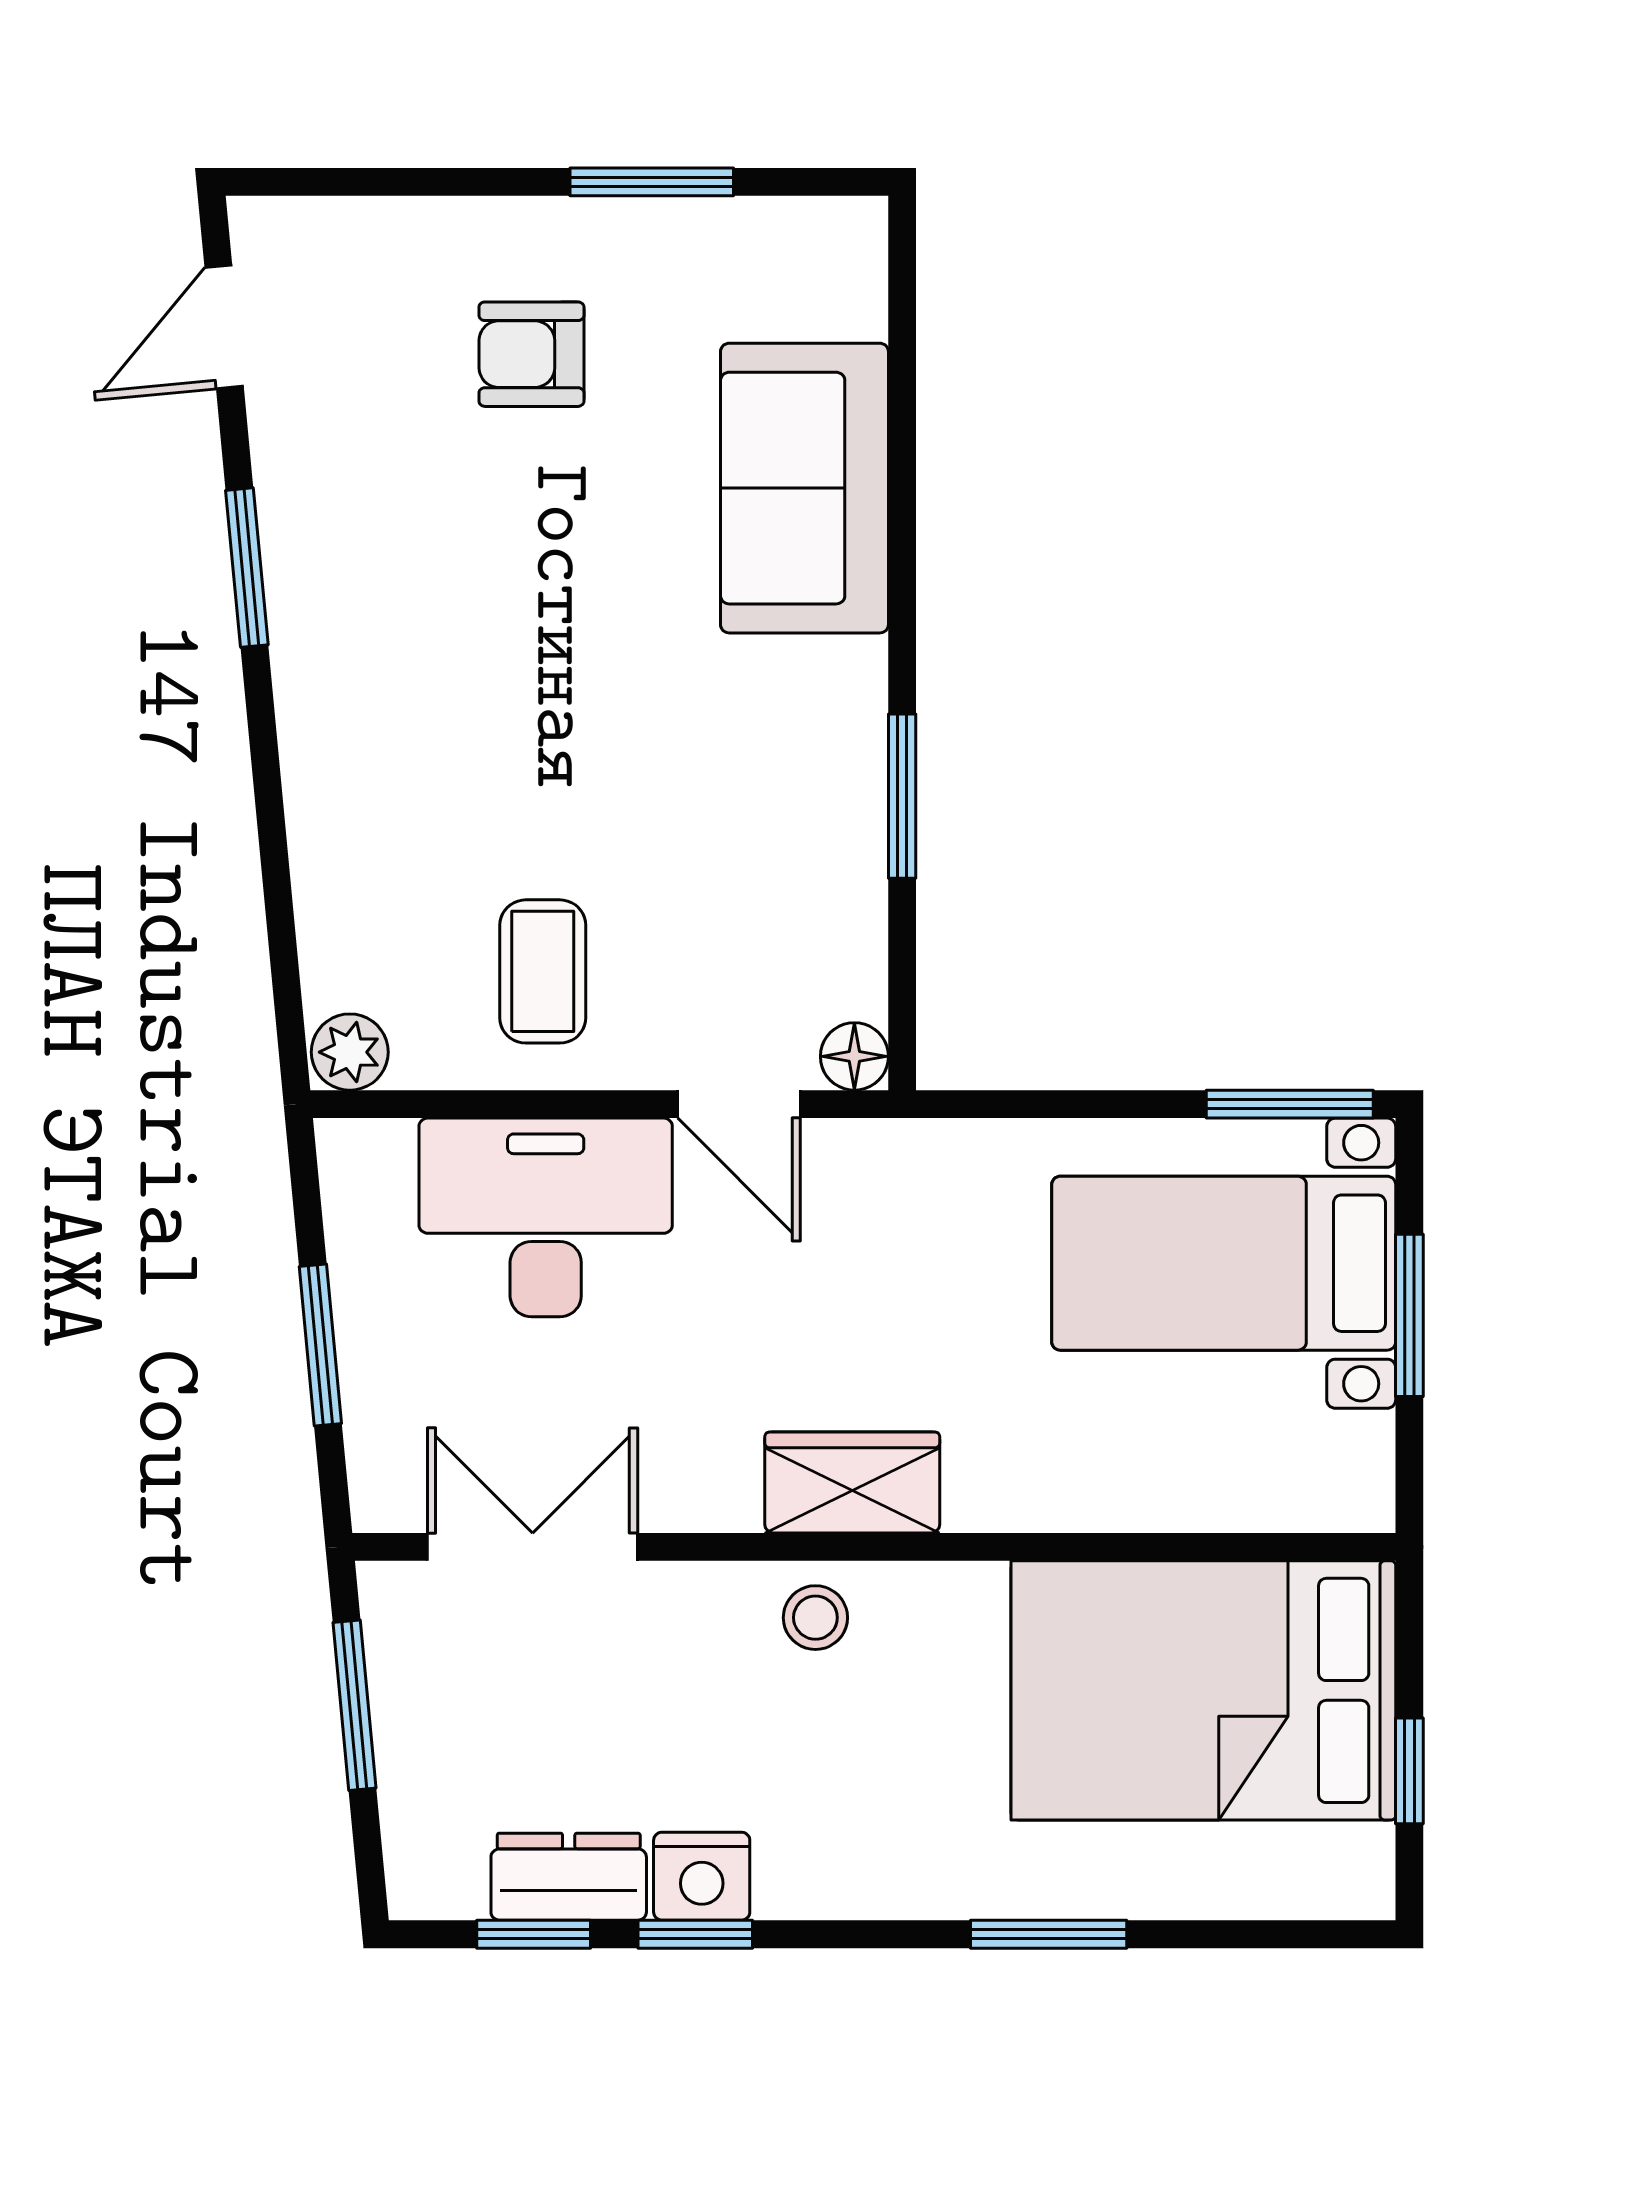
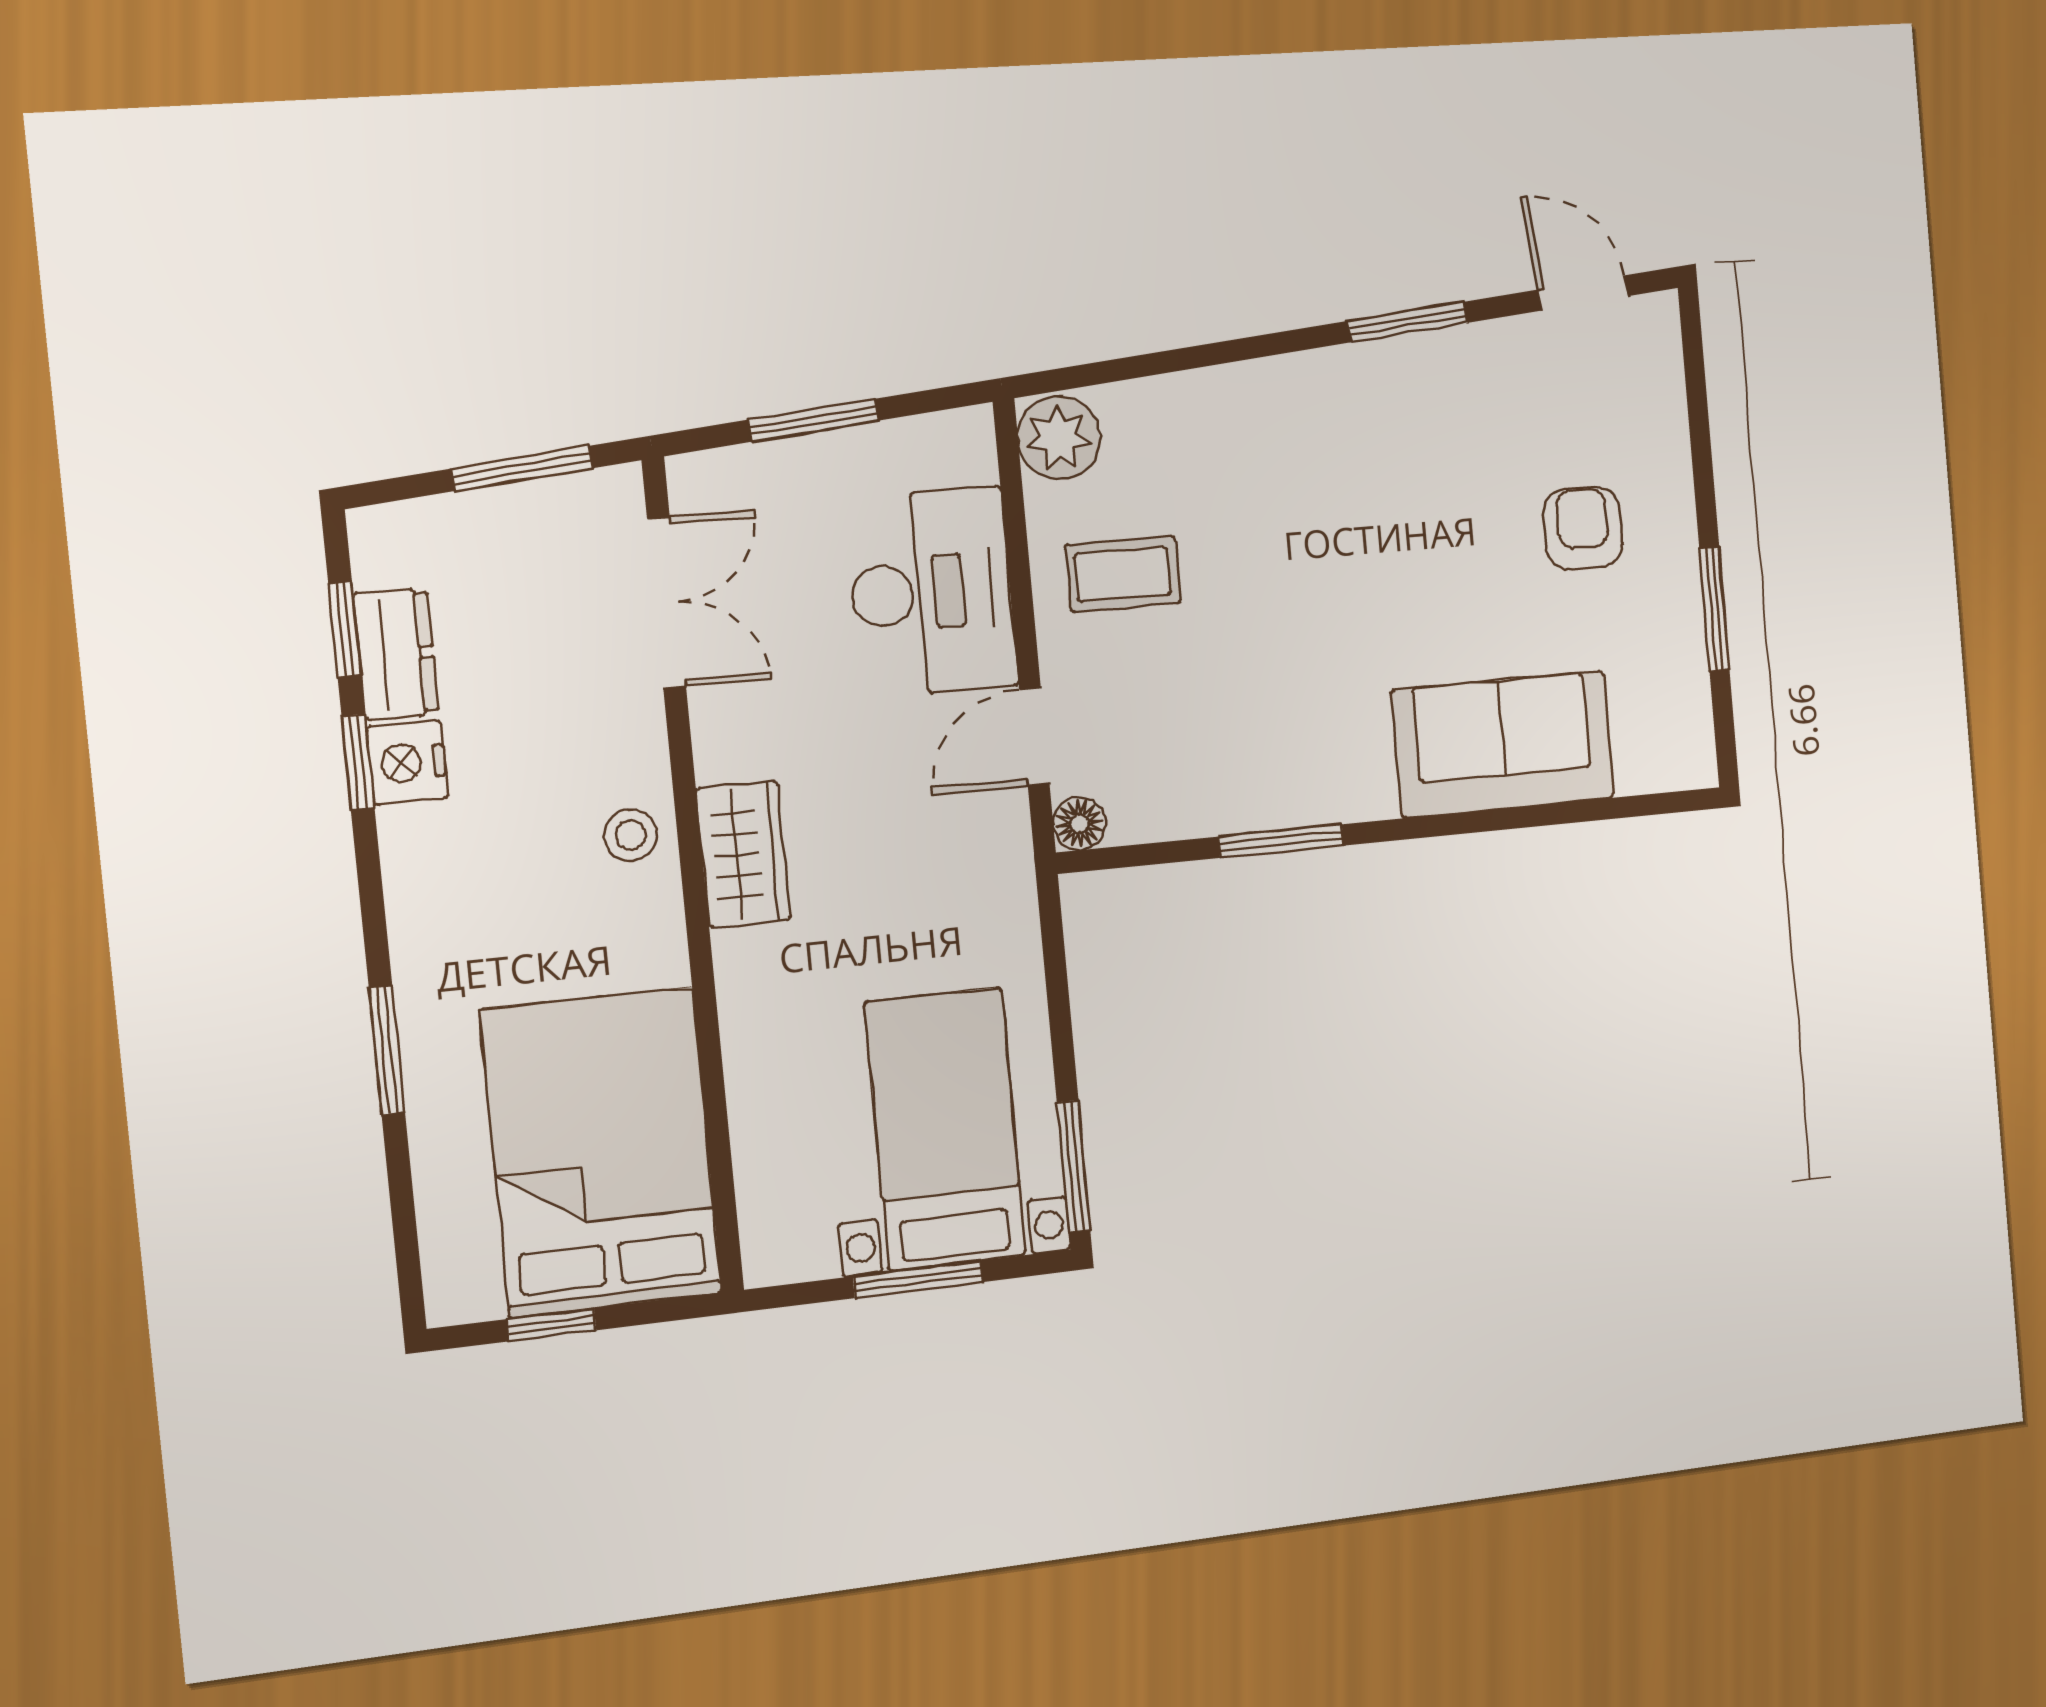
plant: (350, 1052) -> (1059, 438), width x1.38, depth x1.38

